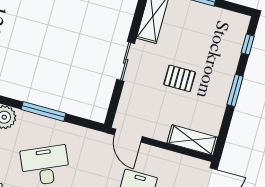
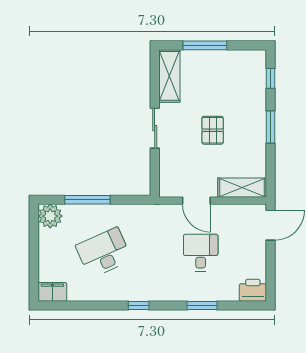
pallet: (180, 78) -> (213, 130), turned 90
door: (128, 136) -> (196, 201), moved

